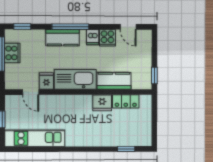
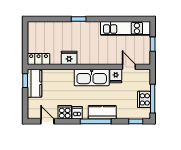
kitchen counter: (114, 81) -> (35, 83), moved, turned -90
locker: (126, 101) -> (39, 59), moved
window: (126, 149) -> (79, 19), moved

